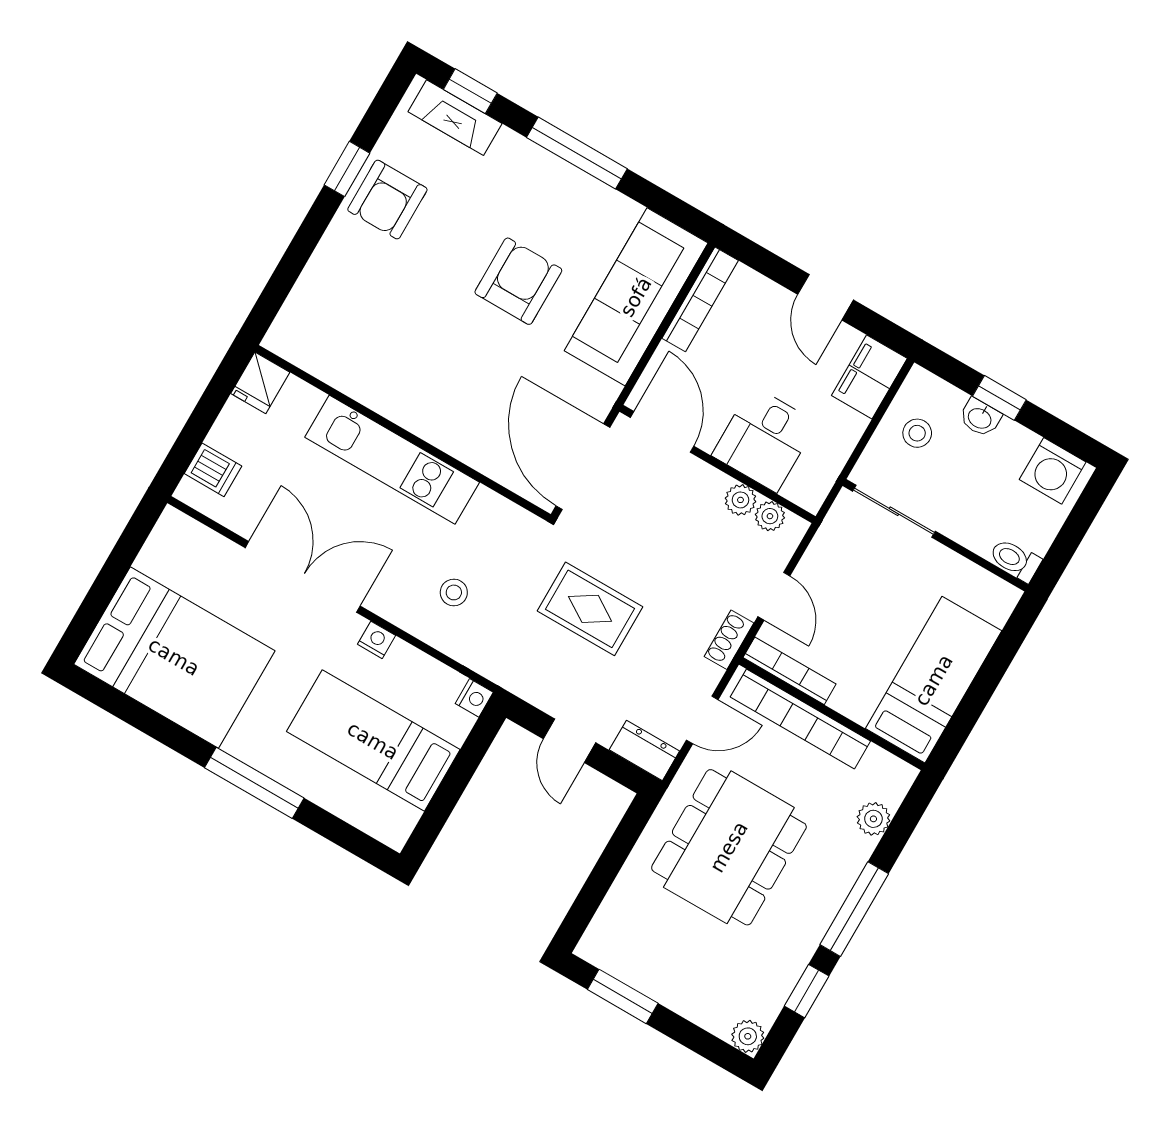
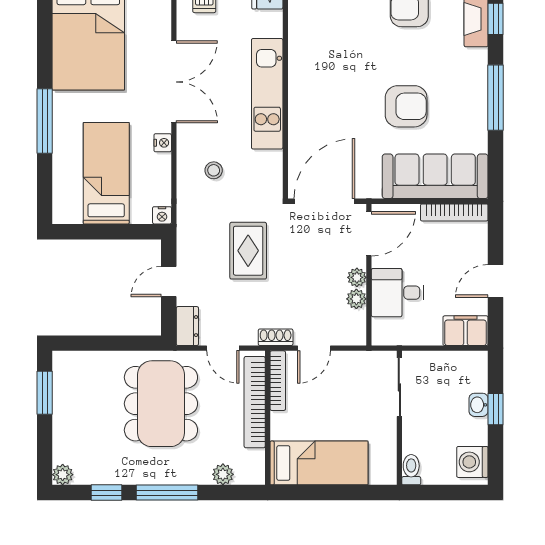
stool: (917, 433) -> (450, 375), removed
plant: (770, 516) -> (357, 277), moved
dining table: (729, 847) -> (161, 404), turned 90

